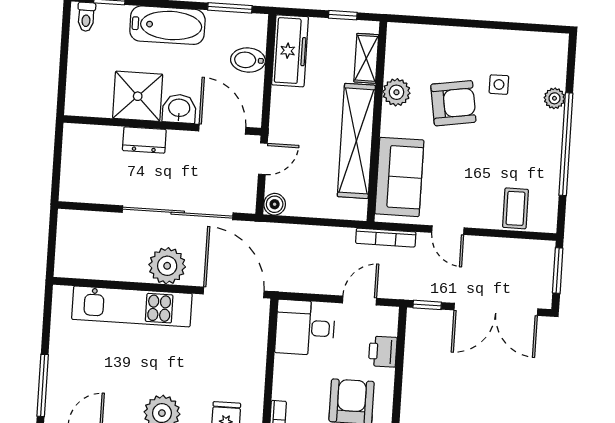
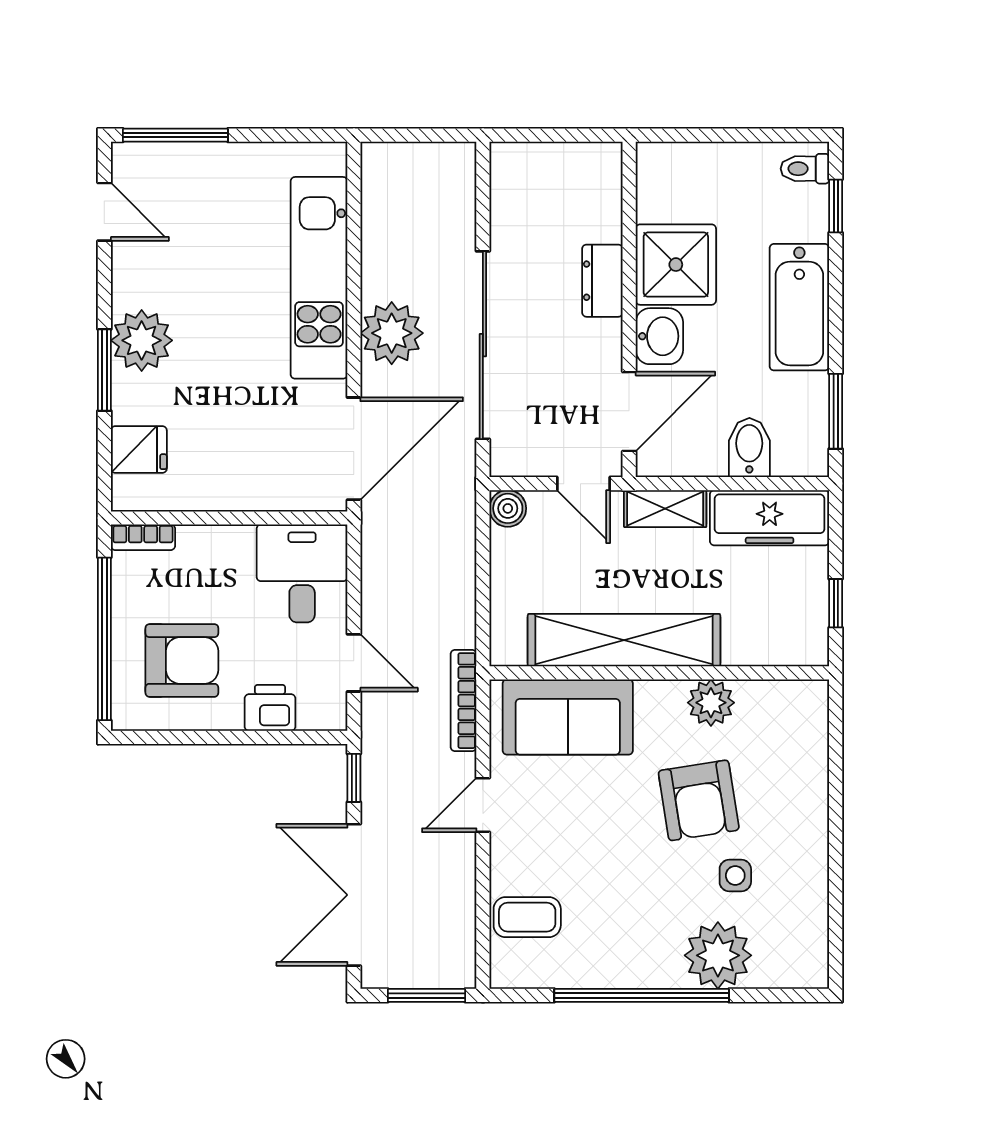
shelving: (366, 58) -> (665, 509), moved
plant: (554, 98) -> (718, 955), width x1.88, depth x1.88

